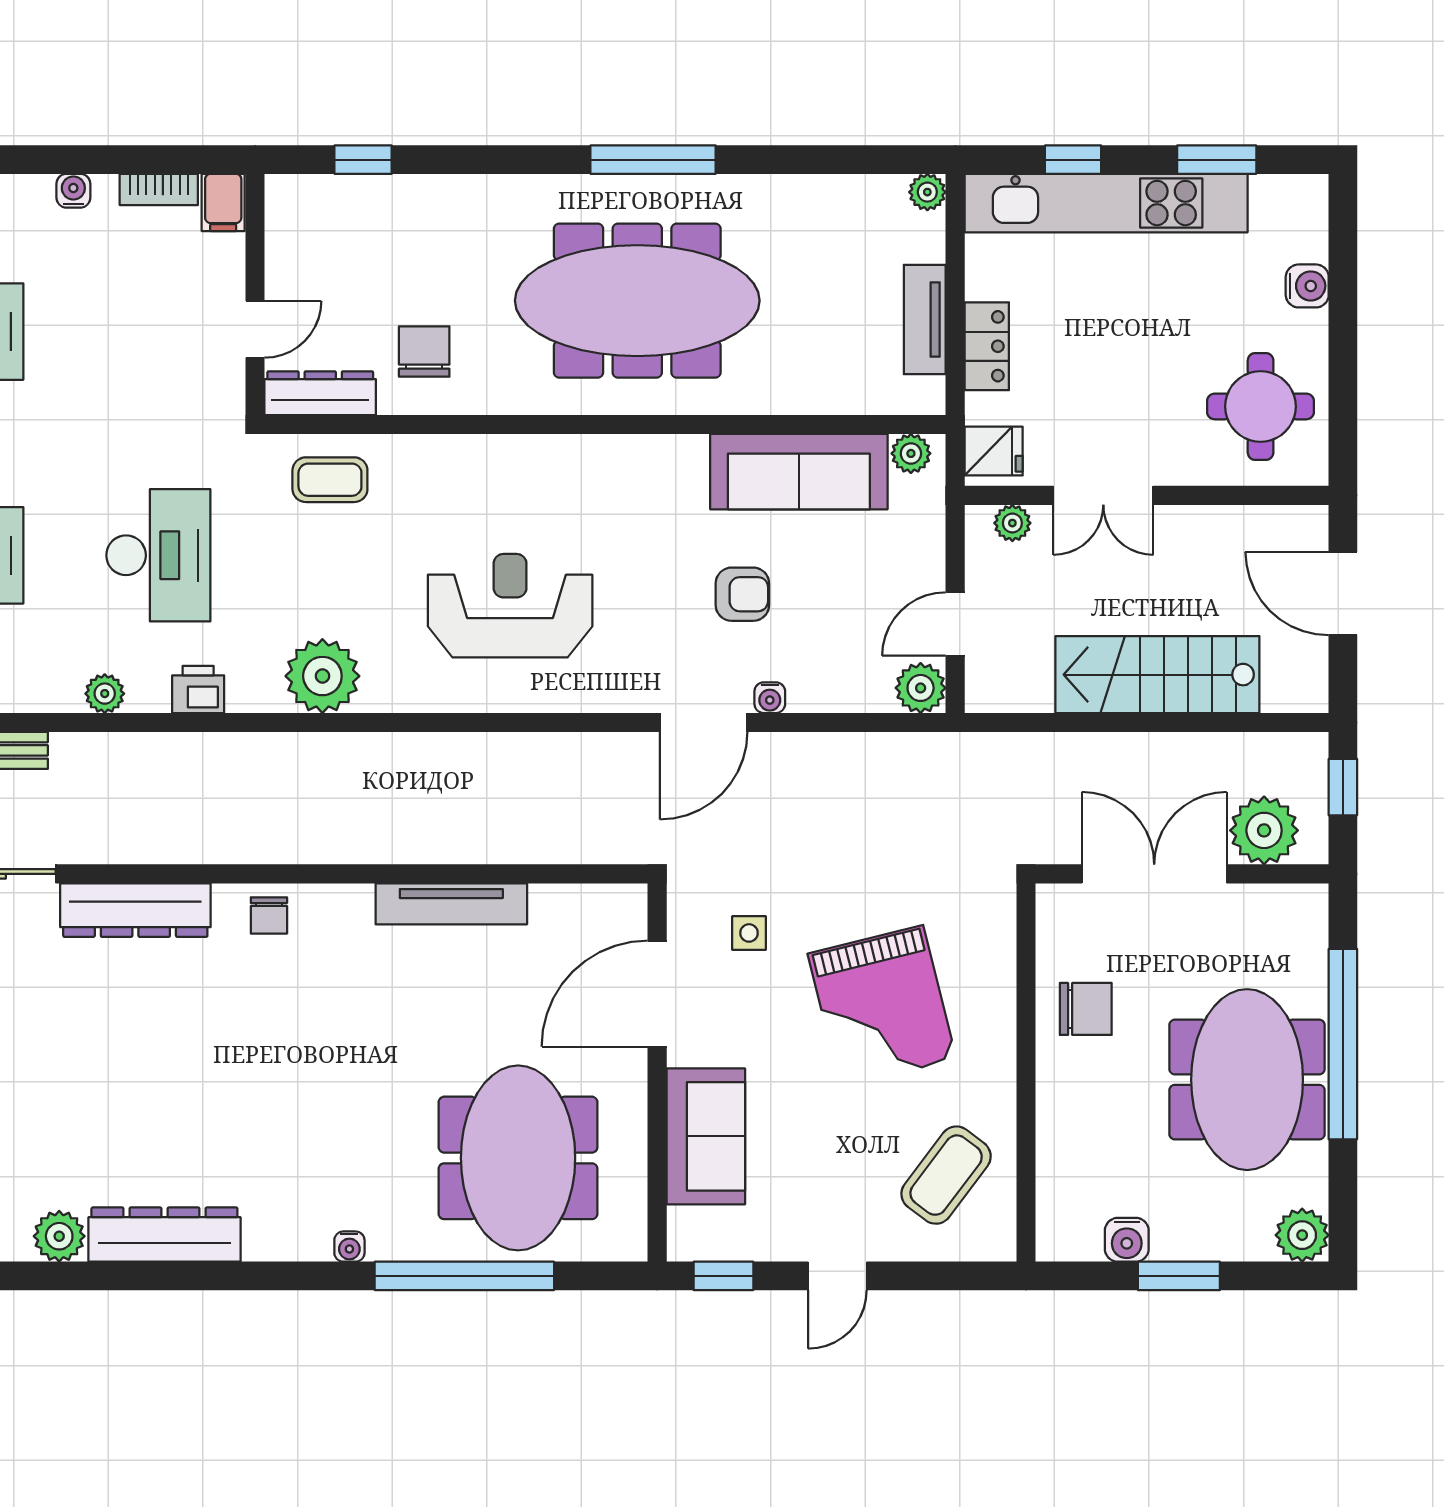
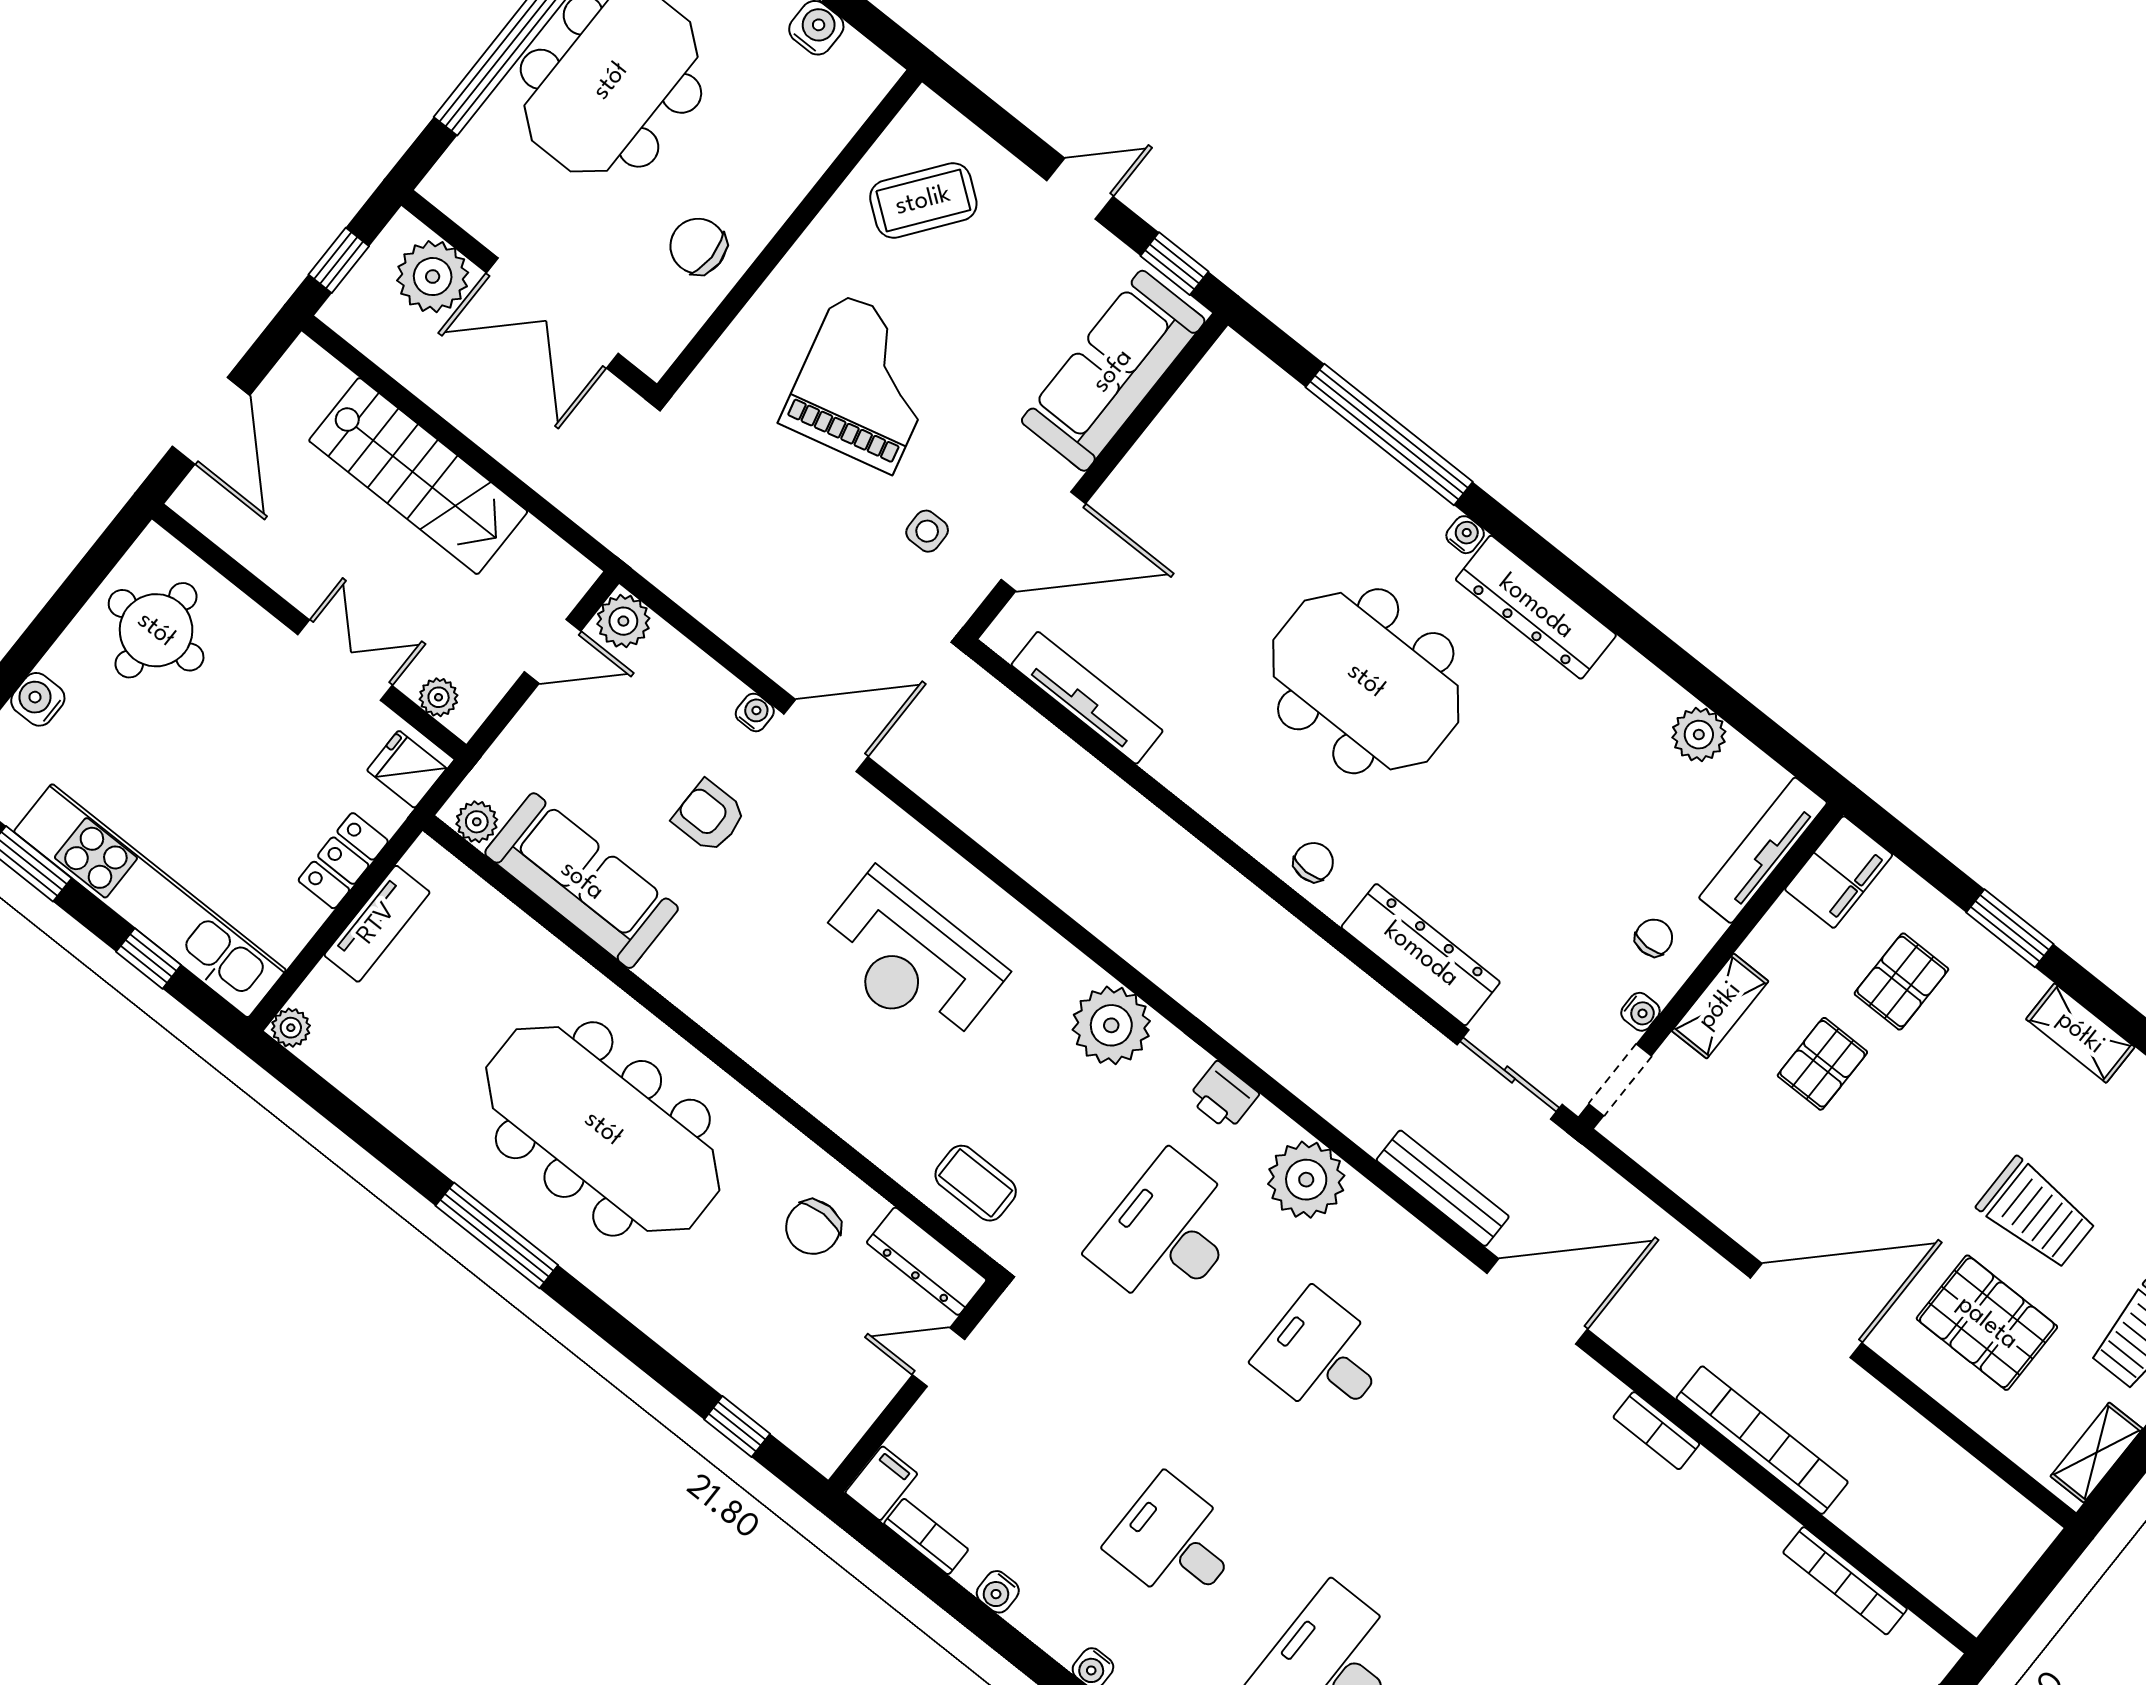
plant: (105, 694) -> (1306, 1180), width x1.88, depth x1.88
tv unit: (451, 904) -> (1087, 698), moved
sofa: (706, 1136) -> (1113, 371), width x1.36
meeting table: (518, 1158) -> (1366, 681), moved, turned 90
dresser: (164, 1235) -> (1536, 607), moved

